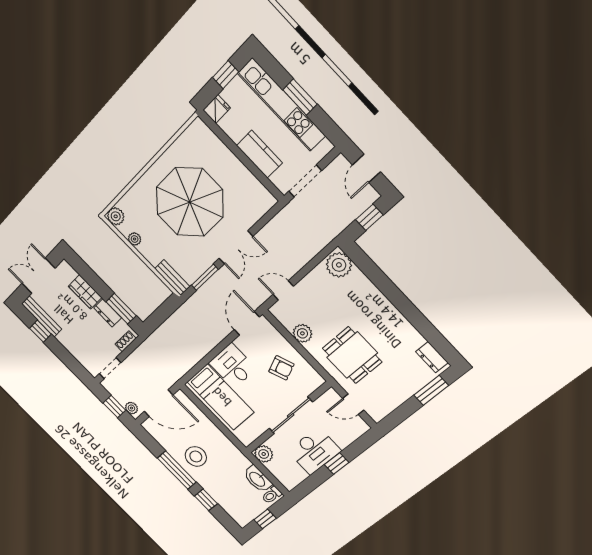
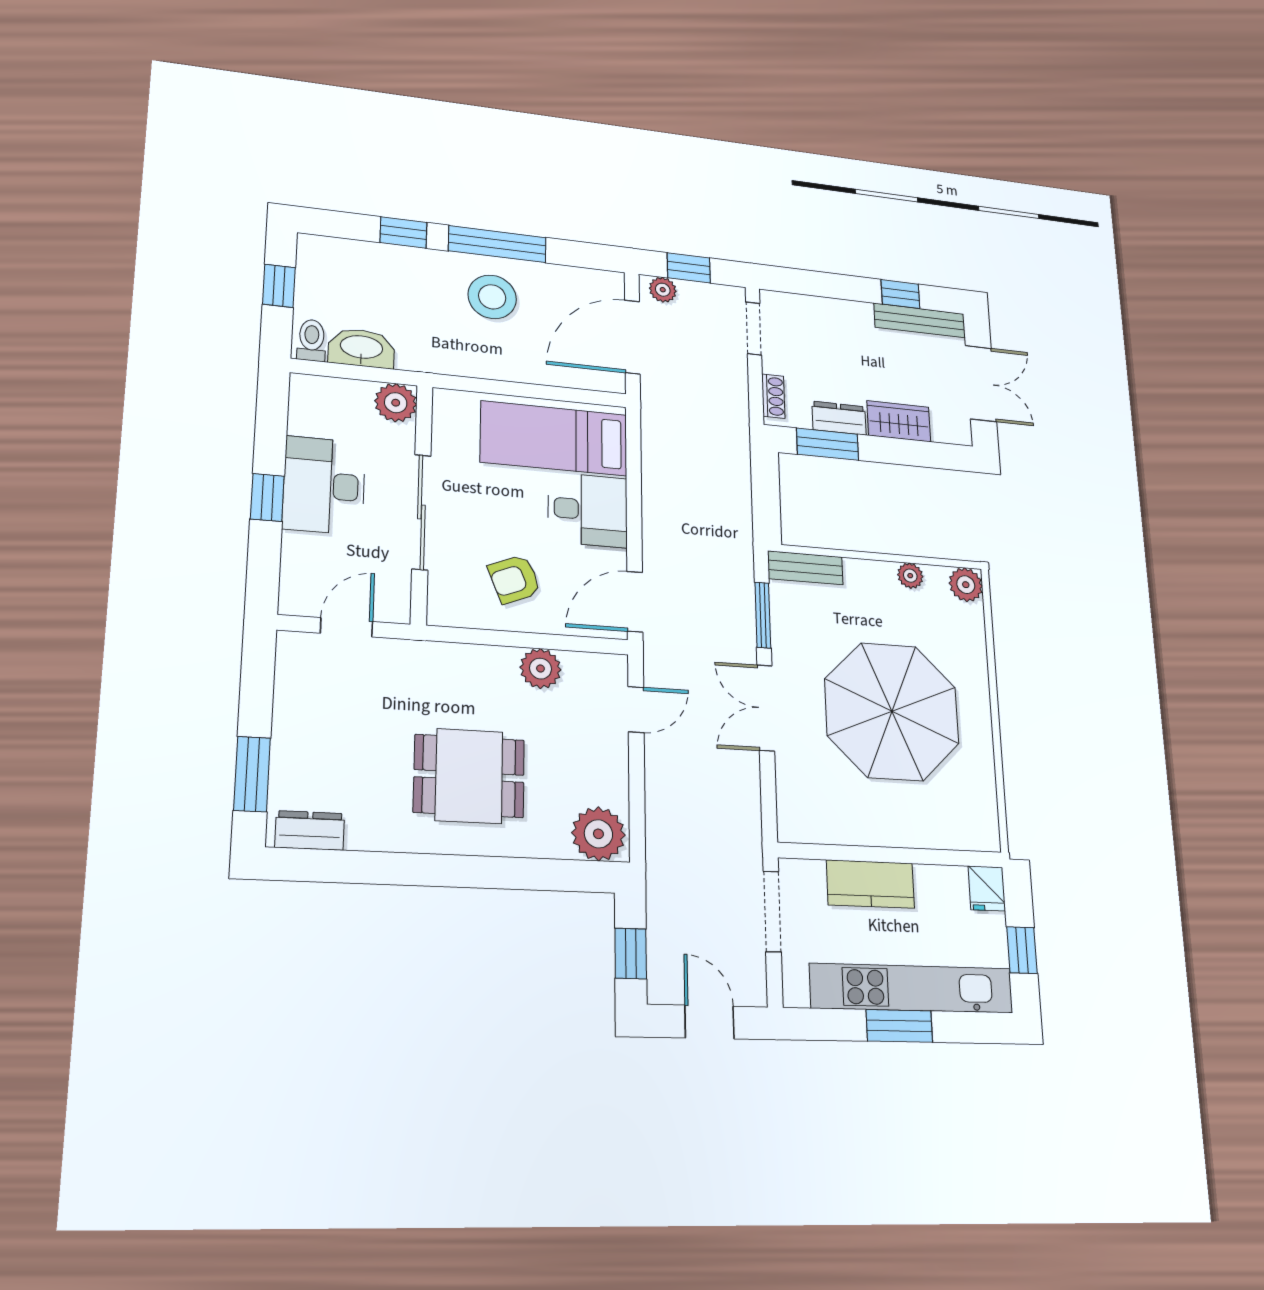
door: (247, 323) -> (635, 602), swing flipped
dining table: (352, 355) -> (469, 776), moved

